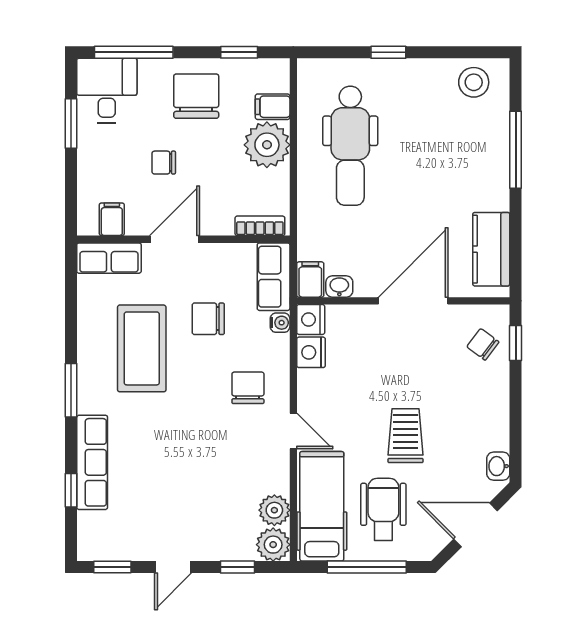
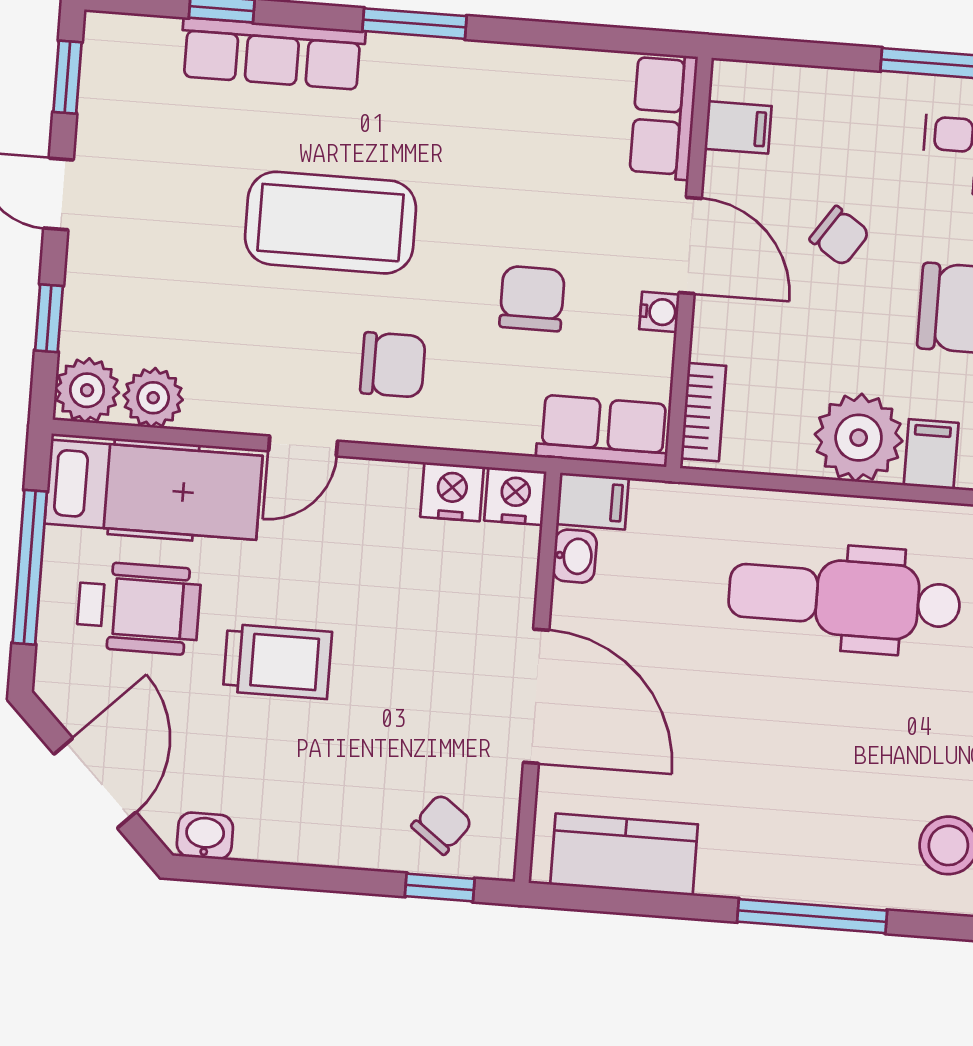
chair: (164, 163) -> (840, 236), turned 124
water cooler: (280, 323) -> (659, 312), moved, turned -90
coffee table: (142, 348) -> (331, 223), moved

